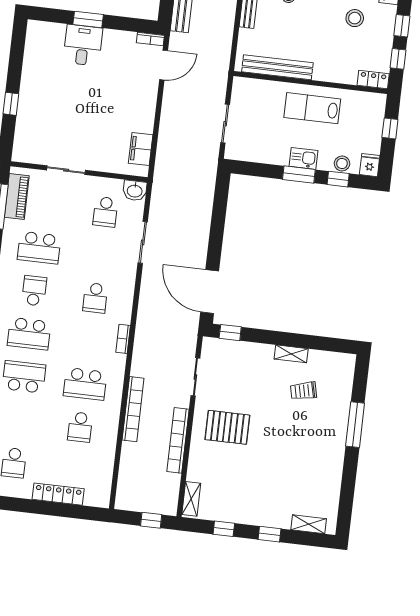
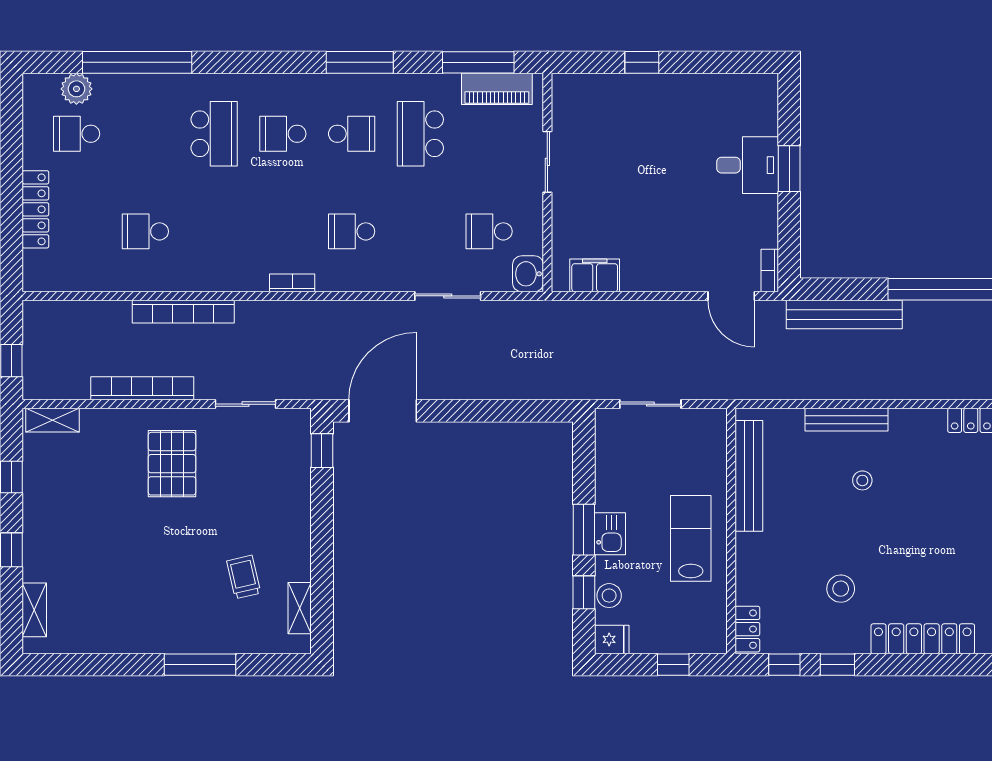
school desk: (29, 334) -> (283, 134), width x0.54
shelving: (291, 354) -> (300, 608), moved
school desk: (85, 384) -> (214, 231), removed

